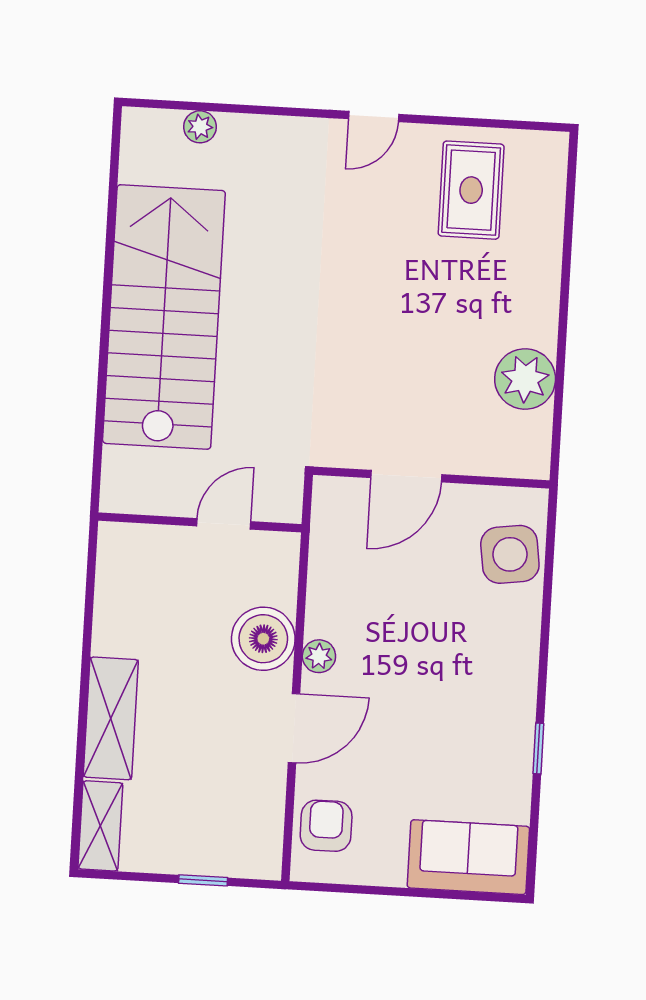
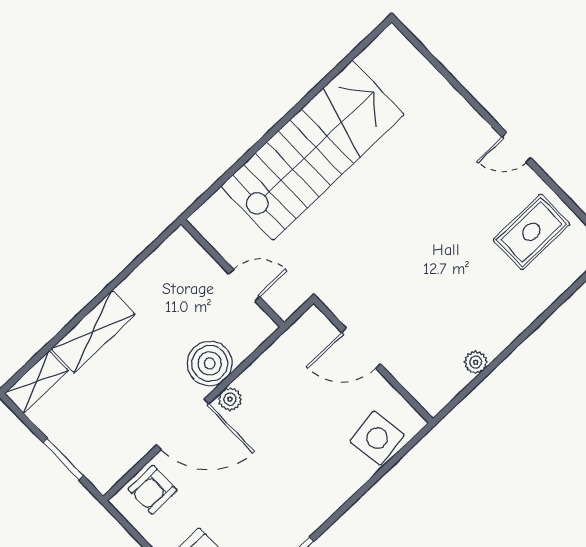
plant: (200, 127) -> (422, 70), removed
plant: (525, 379) -> (476, 362), width x0.53, depth x0.53
door: (294, 728) -> (183, 424), width x1.36
armchair: (326, 826) -> (153, 490), turned 180
window: (203, 880) -> (63, 459), width x1.50

